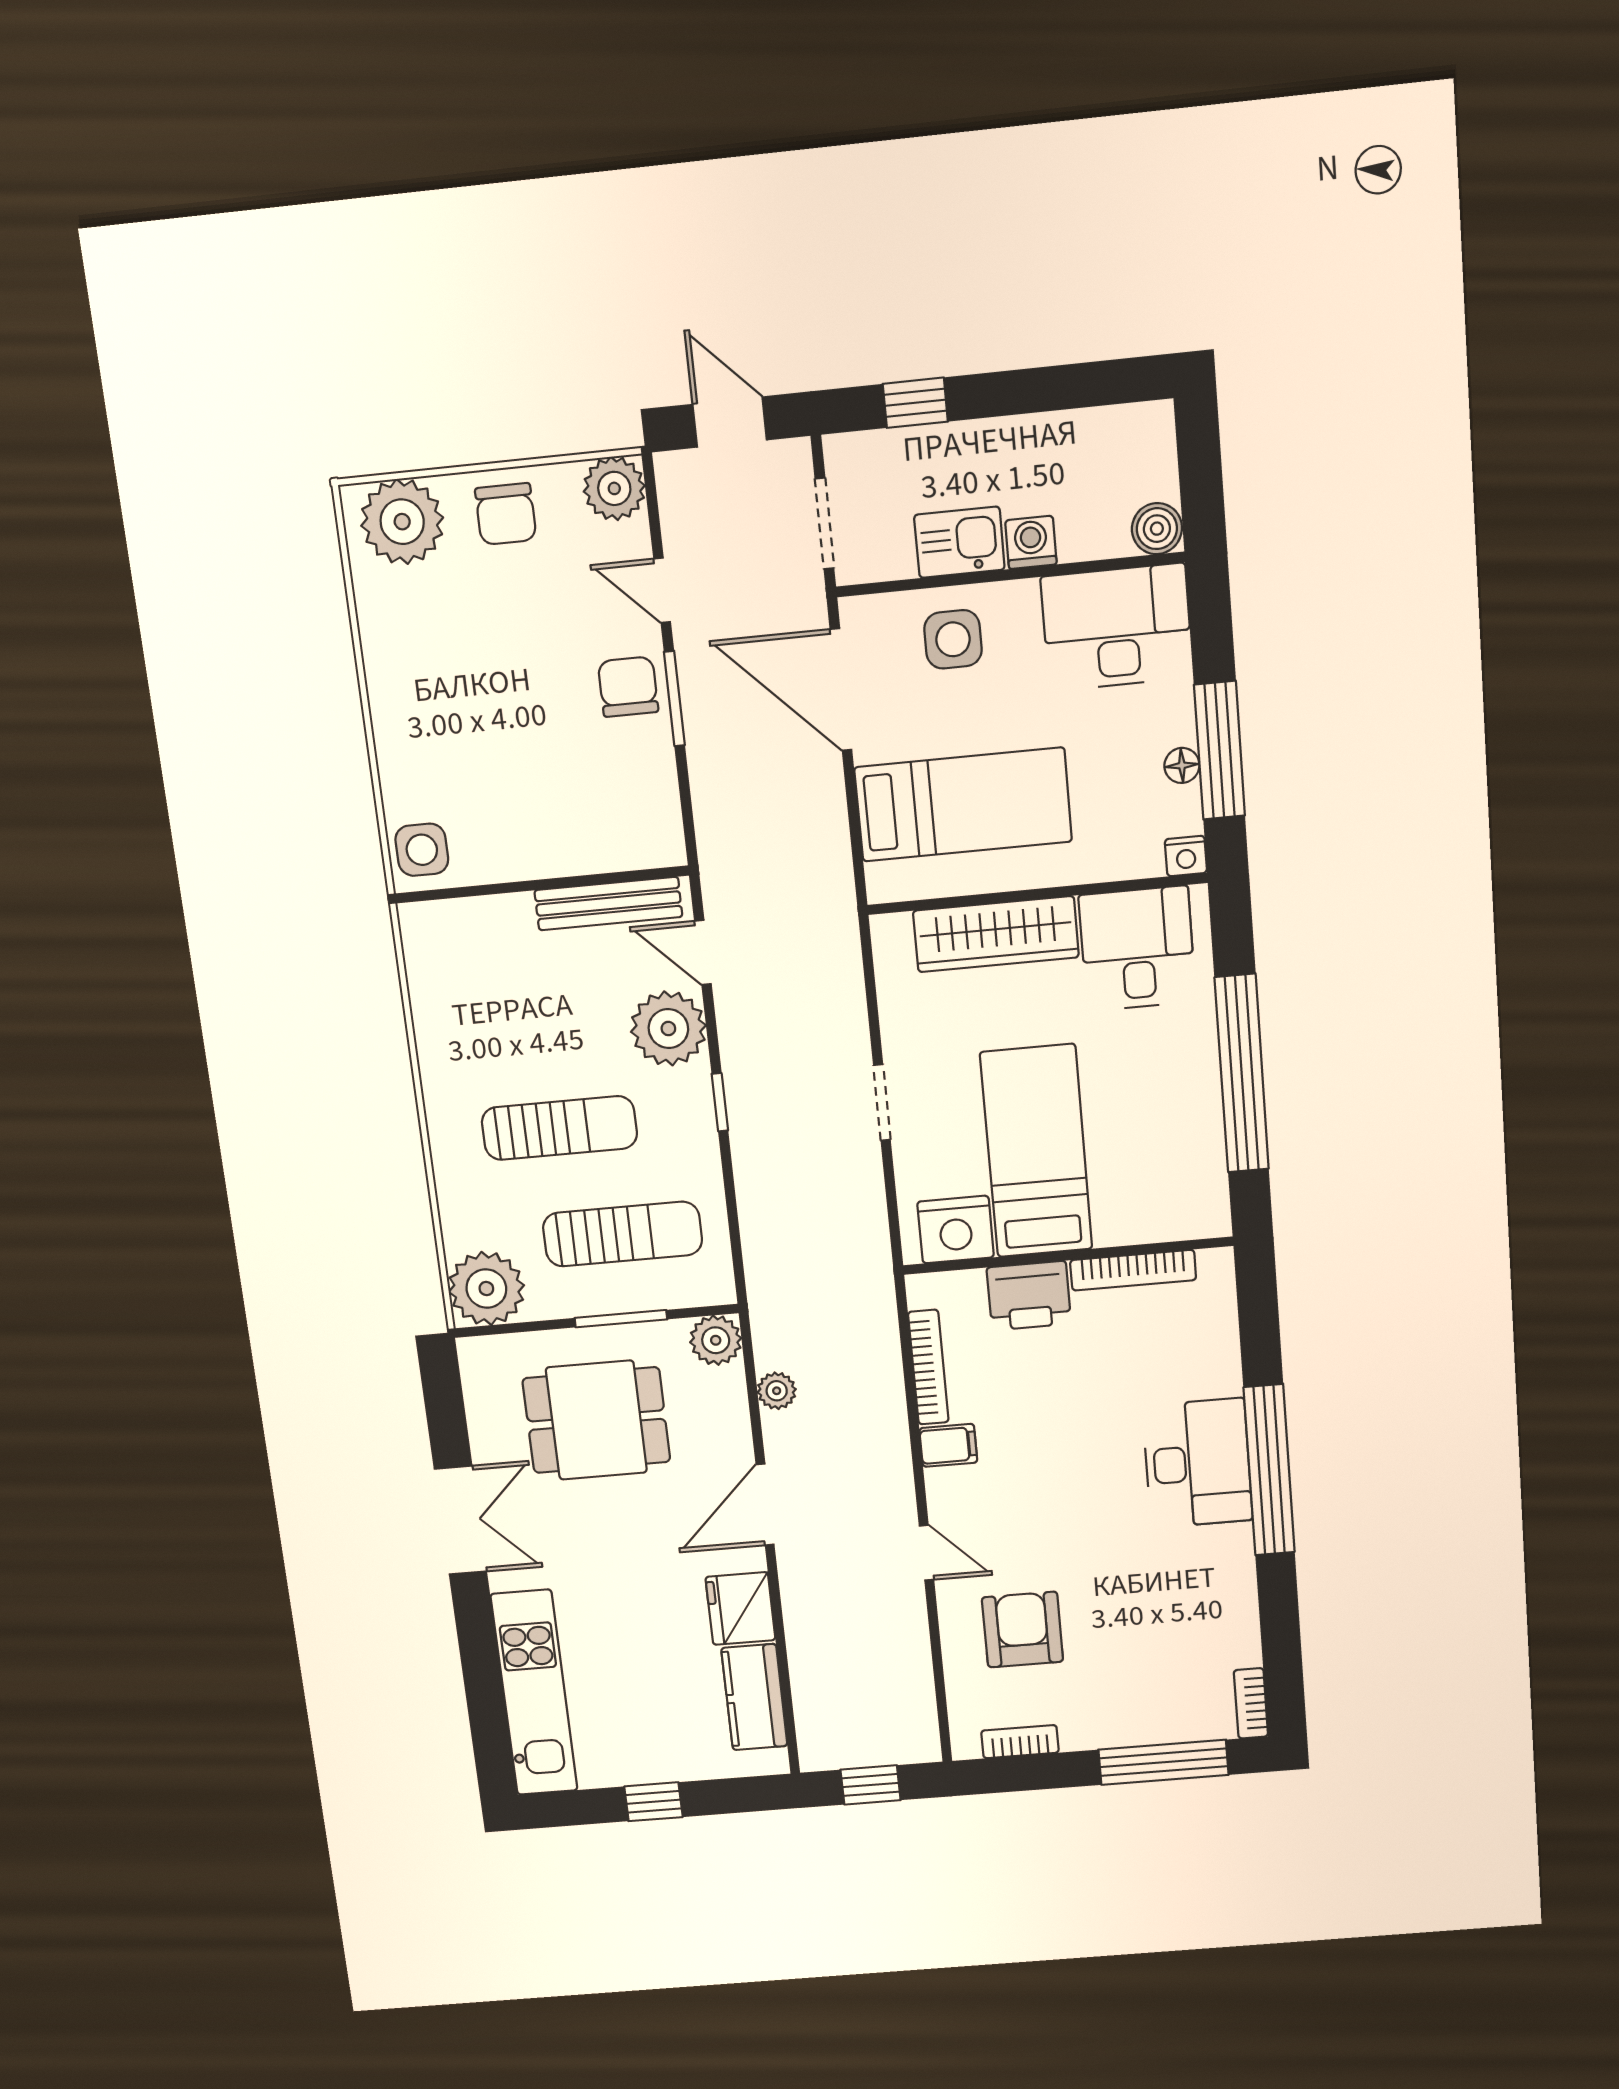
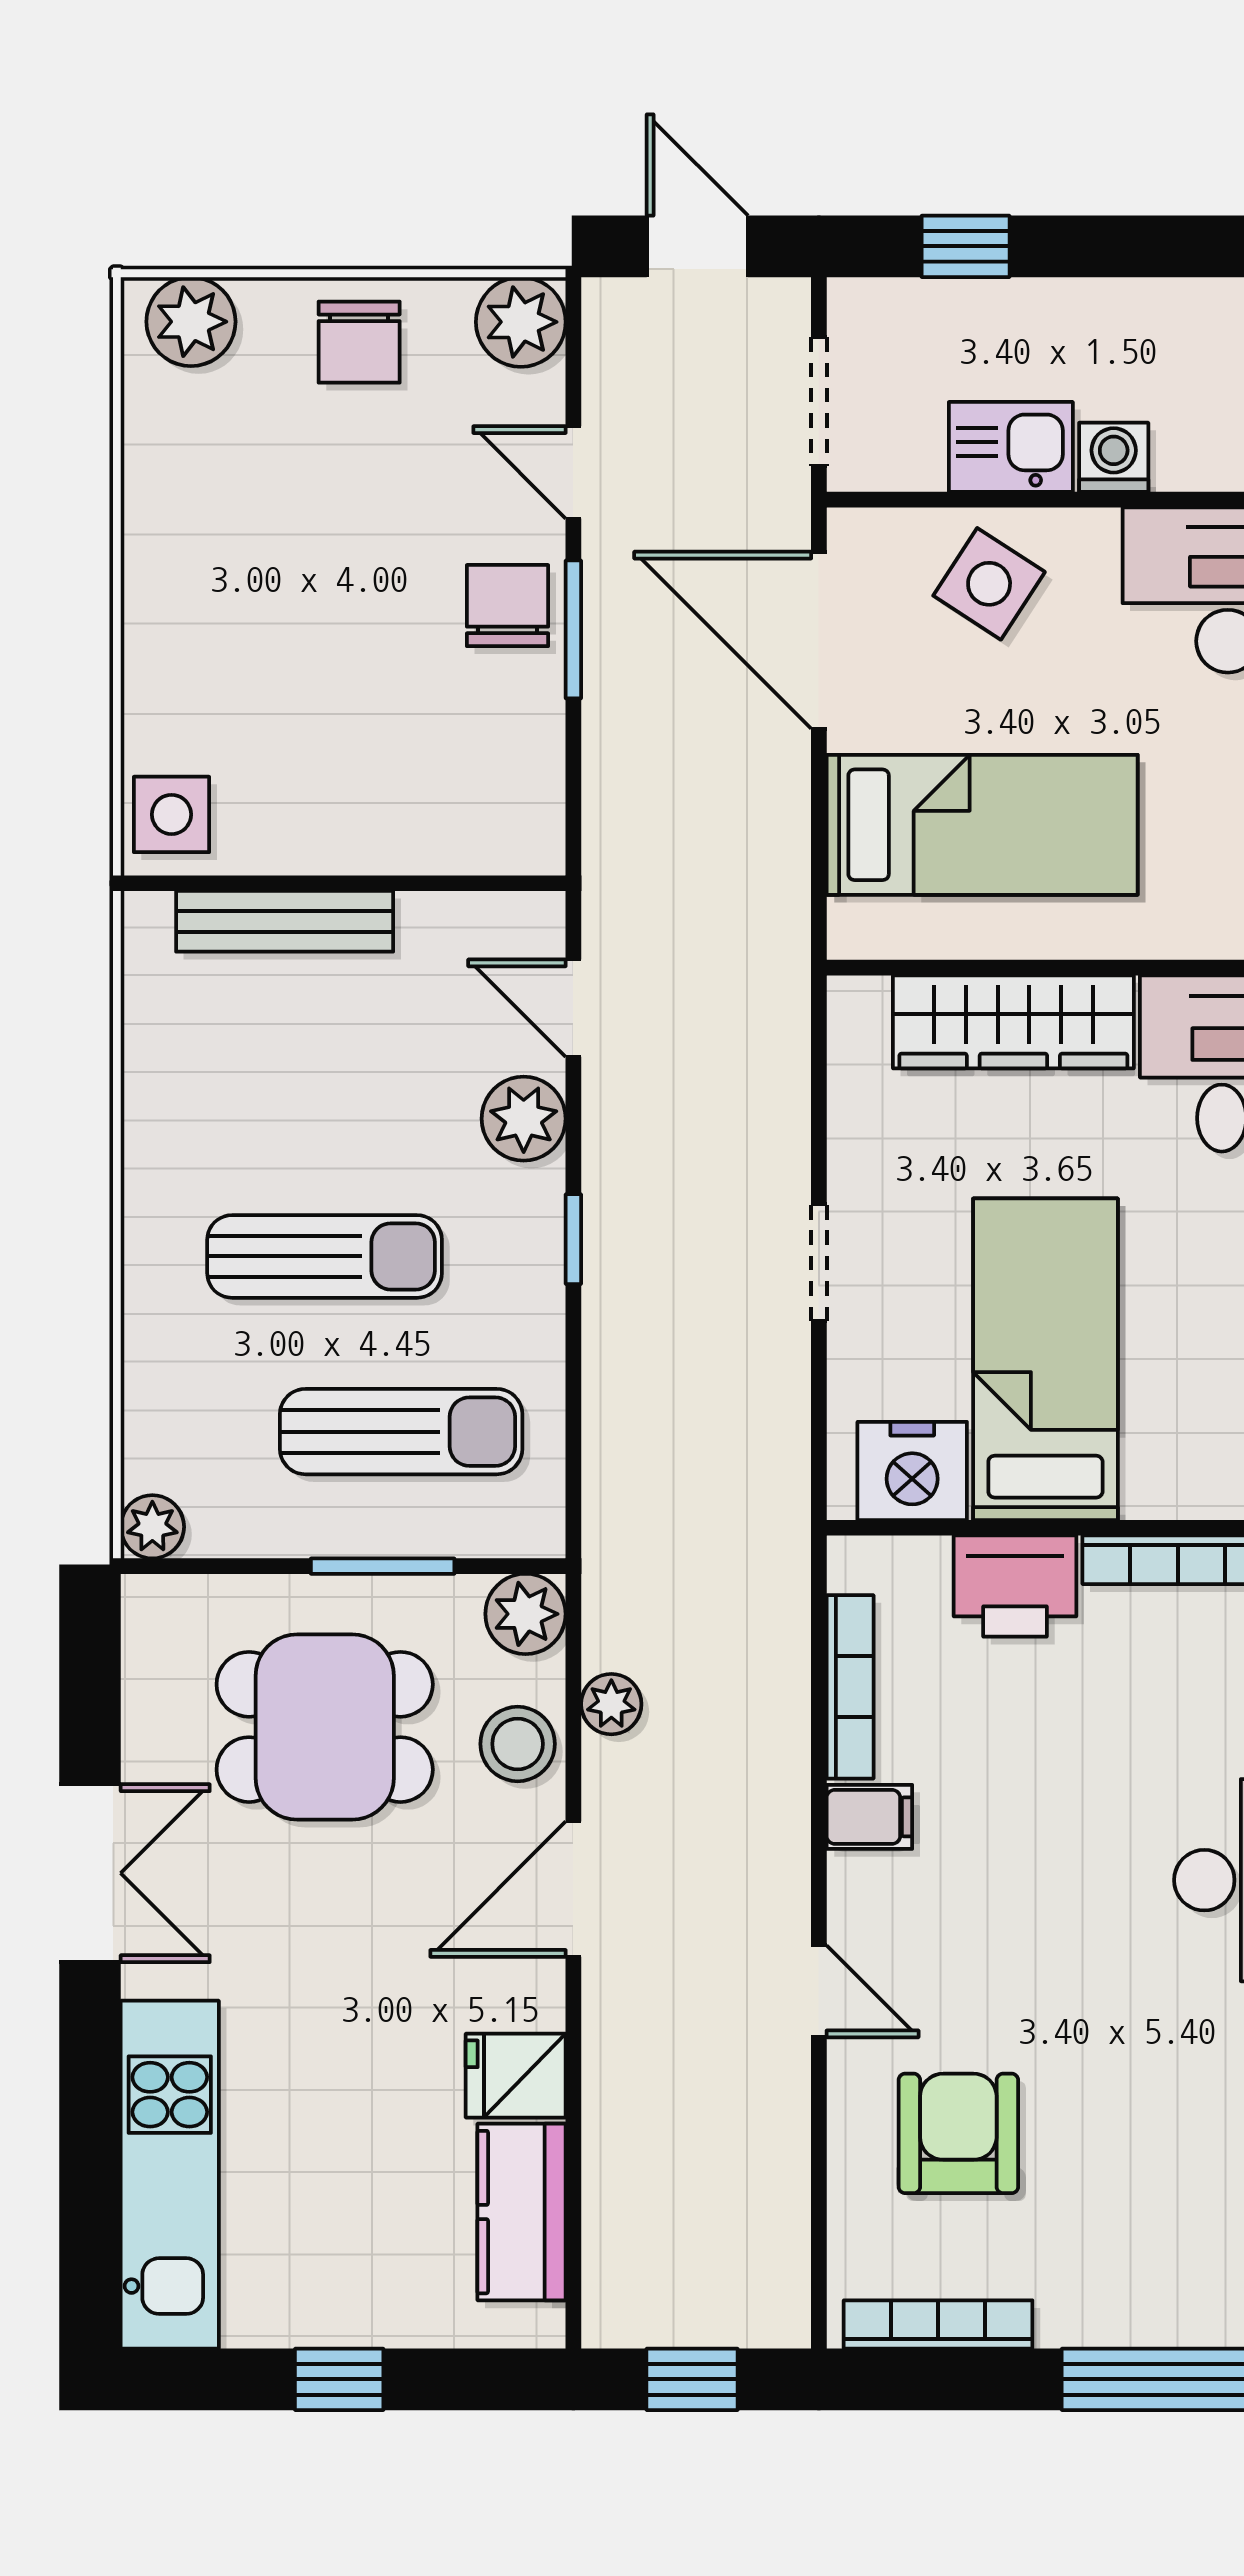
plant: (402, 522) -> (191, 322), width x0.73, depth x0.73
side table: (953, 639) -> (989, 584), turned 33
bench: (608, 904) -> (285, 921), moved
plant: (668, 1029) -> (524, 1119), width x0.73, depth x0.73
plant: (486, 1289) -> (152, 1527), width x0.53, depth x0.53
stool: (720, 1420) -> (518, 1744), added
fridge: (740, 1609) -> (516, 2076), width x0.72
bookcase: (1020, 1742) -> (938, 2325), width x1.56

